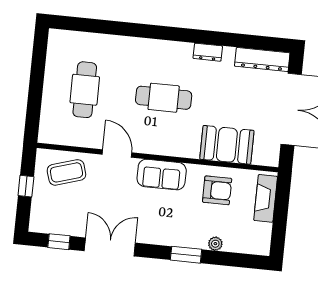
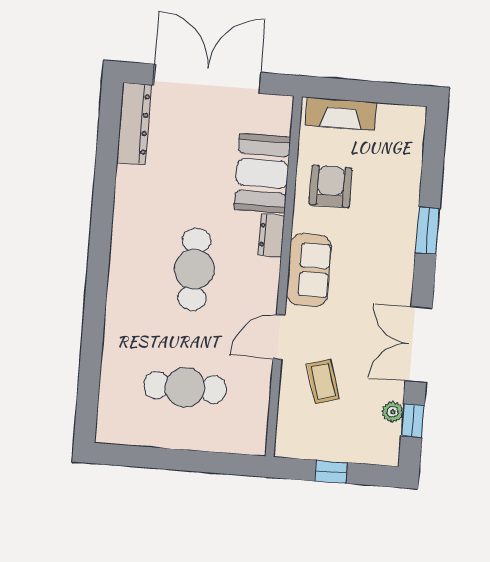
dresser: (208, 52) -> (271, 235), moved, turned 180
coffee table: (66, 172) -> (323, 382), moved, width x0.73, depth x0.77
plant: (215, 244) -> (393, 412), moved

